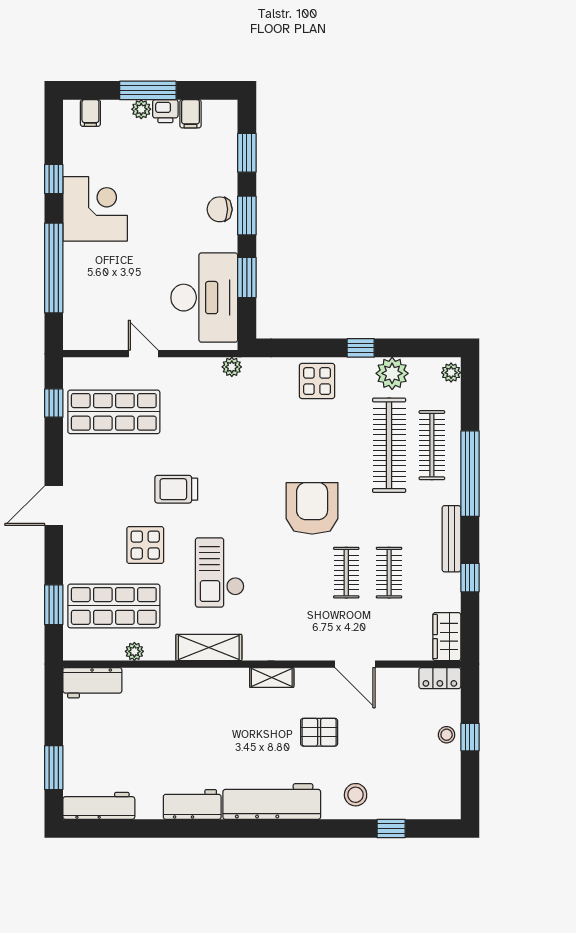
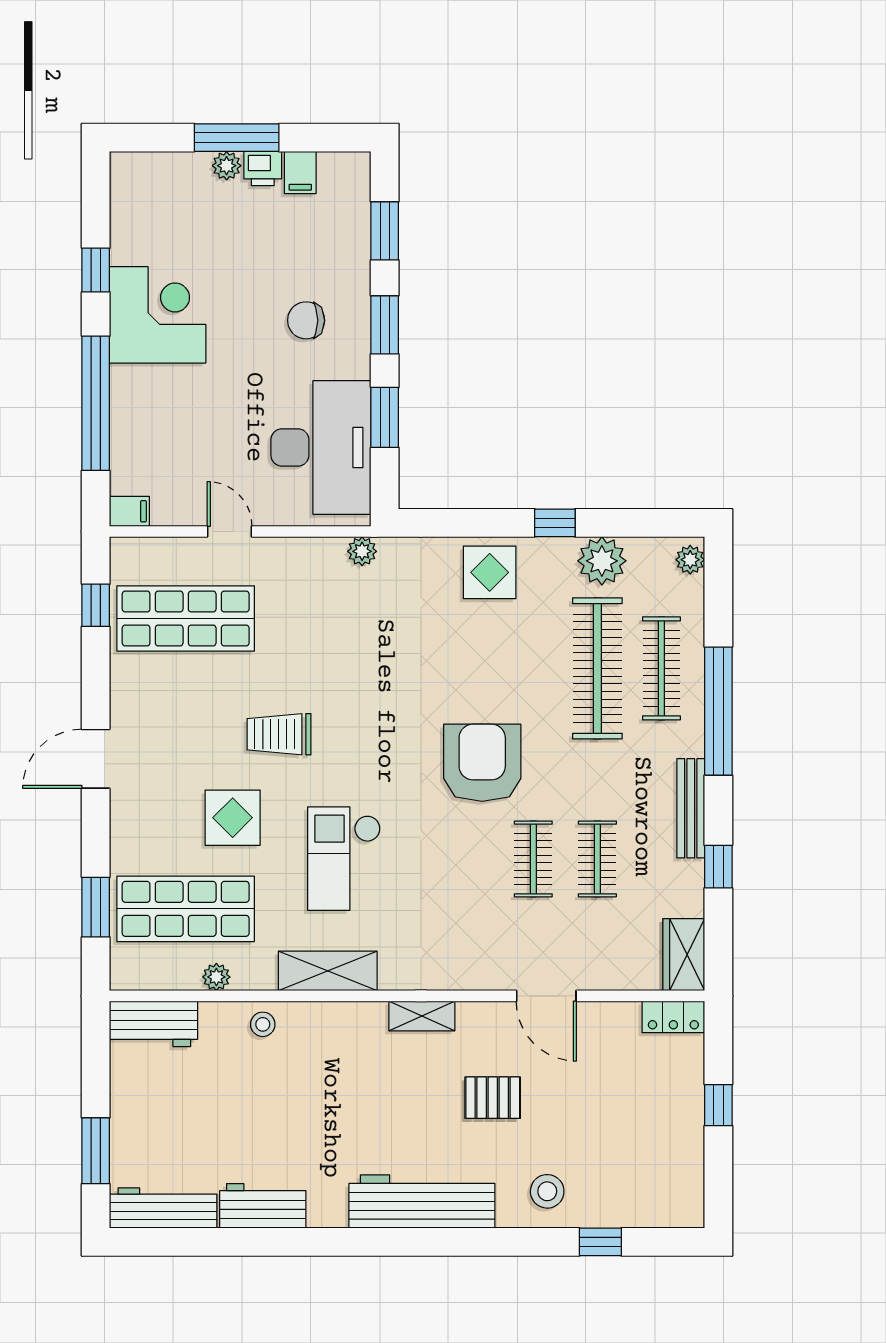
filing cabinet: (90, 113) -> (129, 511), moved, turned -90
chair: (220, 209) -> (306, 320), moved
stool: (447, 735) -> (263, 1024), moved
workbench: (192, 804) -> (263, 1206), moved

